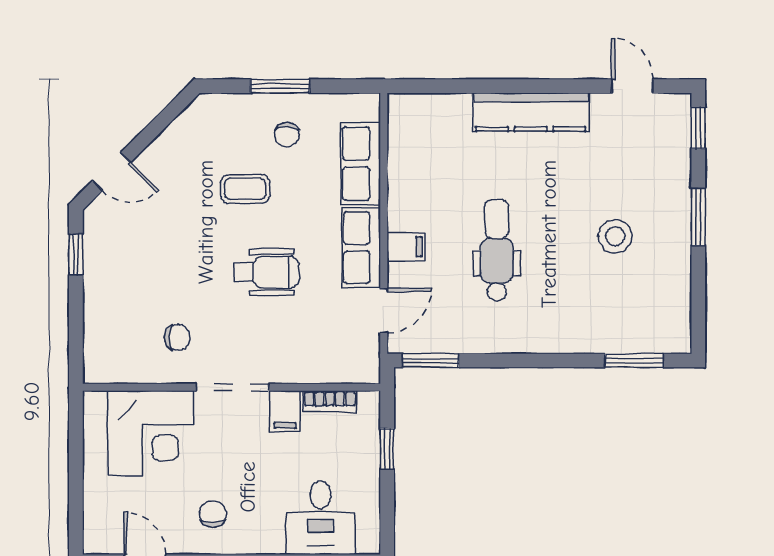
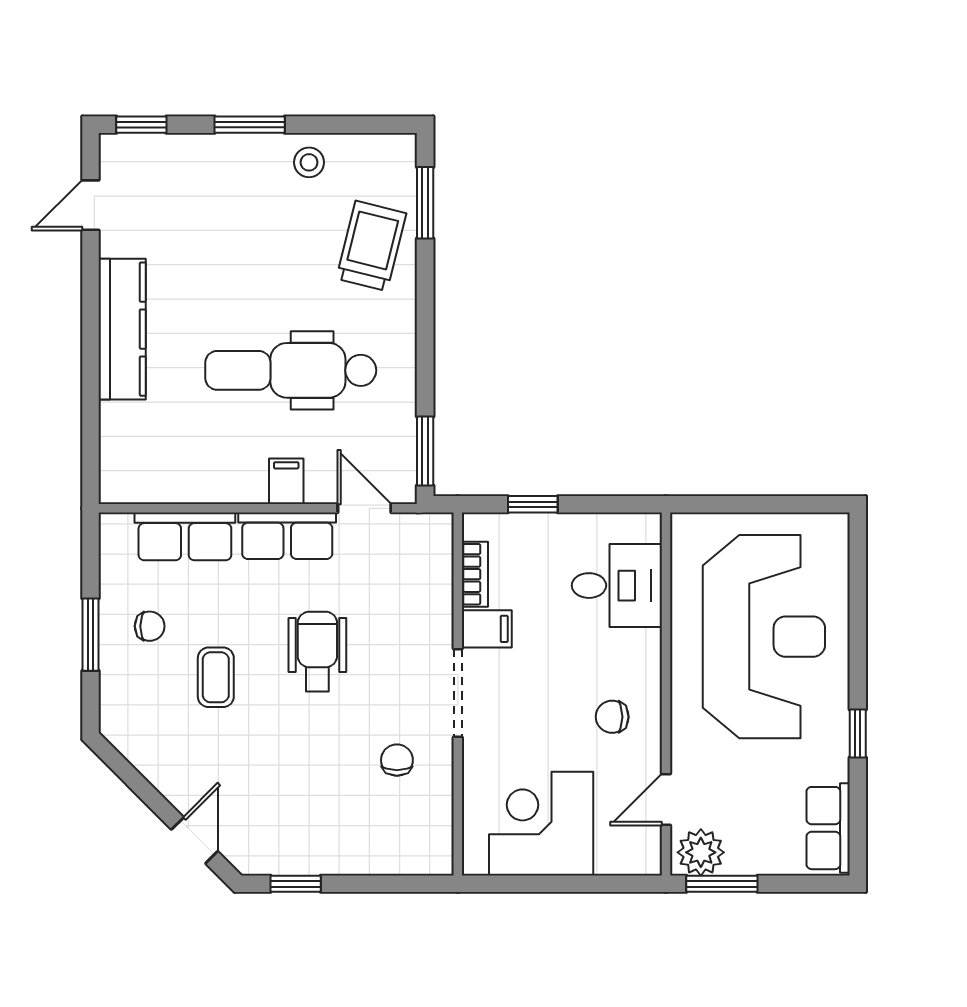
stool: (615, 236) -> (309, 162), moved, width x0.73, depth x0.73
dental chair: (497, 250) -> (291, 370), width x1.36, depth x1.38
trolley: (599, 316) -> (371, 246), added
corner desk: (151, 433) -> (541, 824), moved, turned -90

